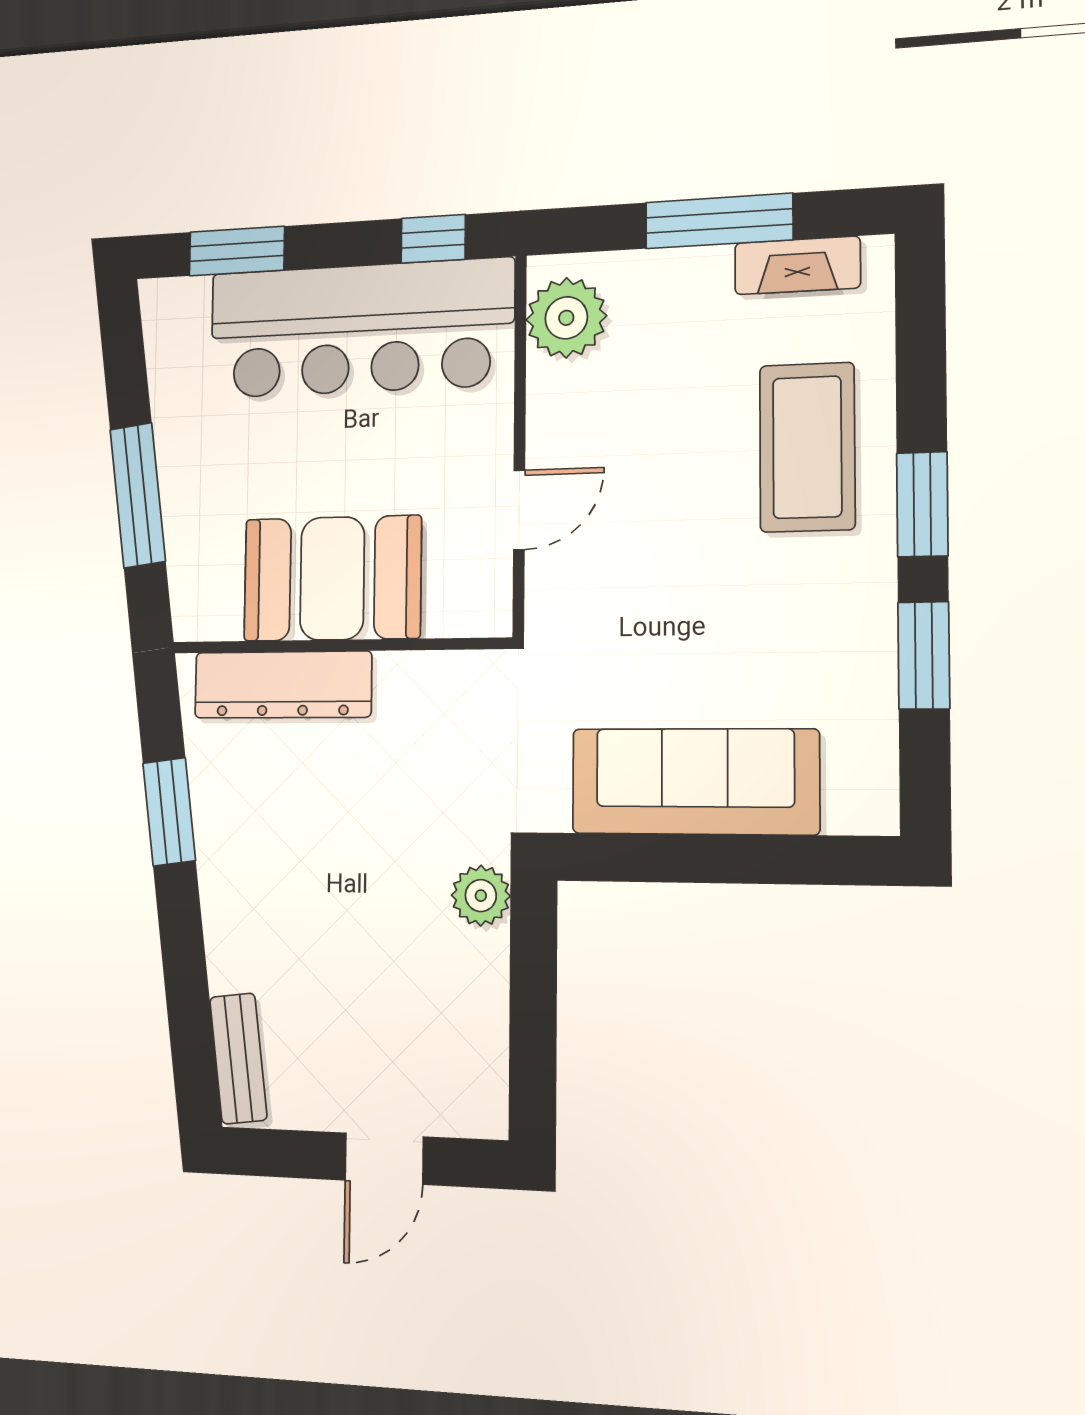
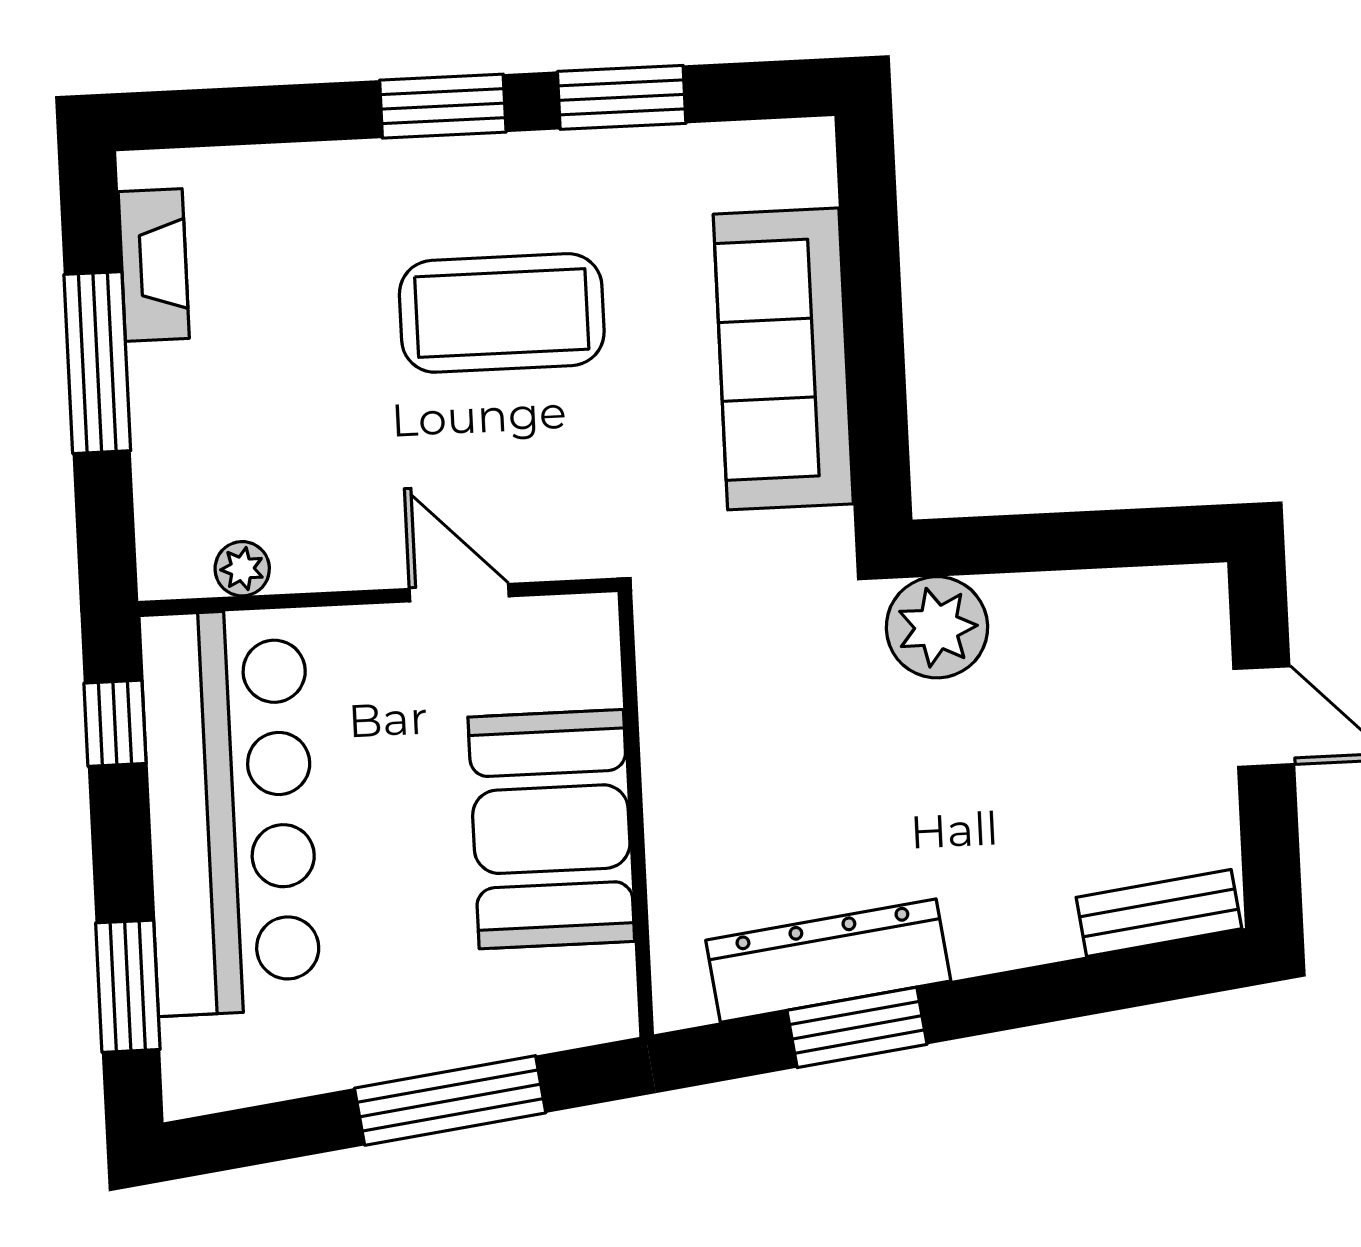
plant: (566, 318) -> (242, 569), width x0.53, depth x0.53
coffee table: (807, 447) -> (502, 313), moved
dresser: (283, 685) -> (828, 961), moved, turned -97
plant: (481, 896) -> (937, 627), width x1.36, depth x1.36

